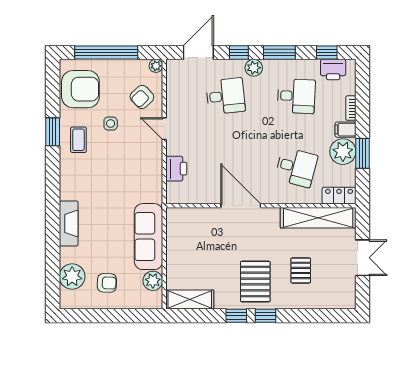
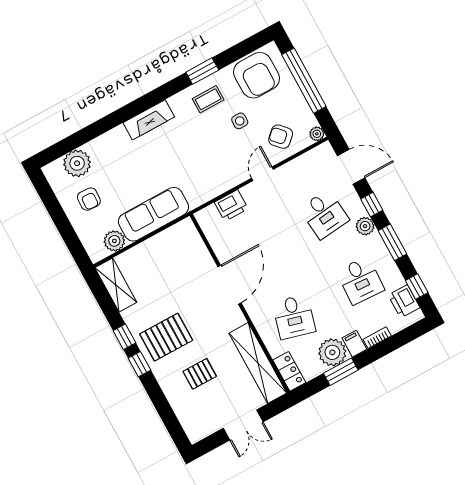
fireplace: (69, 224) -> (149, 120), moved

